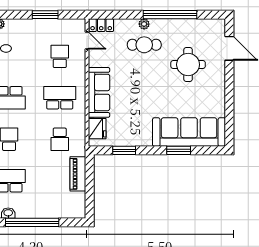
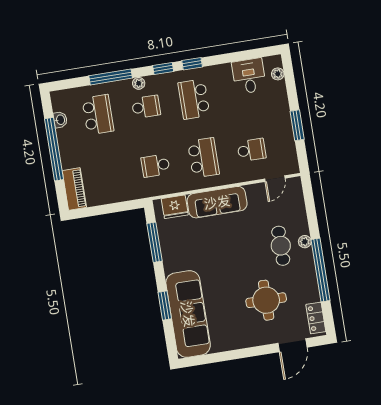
locker: (101, 25) -> (316, 318), moved
window: (124, 150) -> (155, 242), width x1.44
piano: (78, 174) -> (74, 189), moved, turned 90

